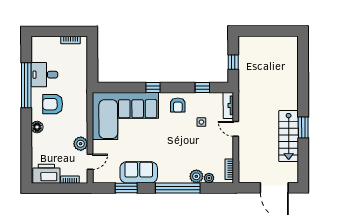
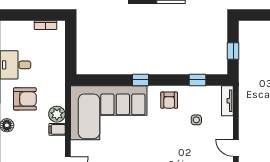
armchair: (53, 104) -> (25, 99), turned 180
door: (236, 129) -> (236, 148), moved
filing cabinet: (81, 131) -> (57, 129), added
plant: (81, 144) -> (57, 114), moved

